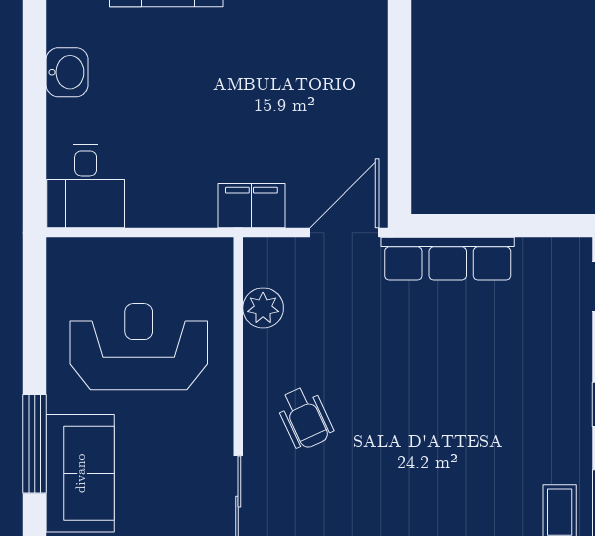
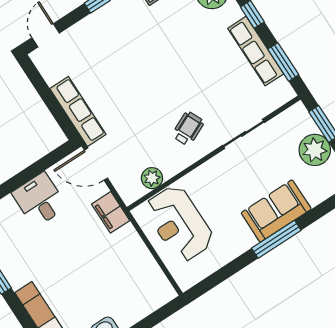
desk: (86, 186) -> (39, 200), moved, turned -90
reception desk: (139, 347) -> (179, 224), moved

